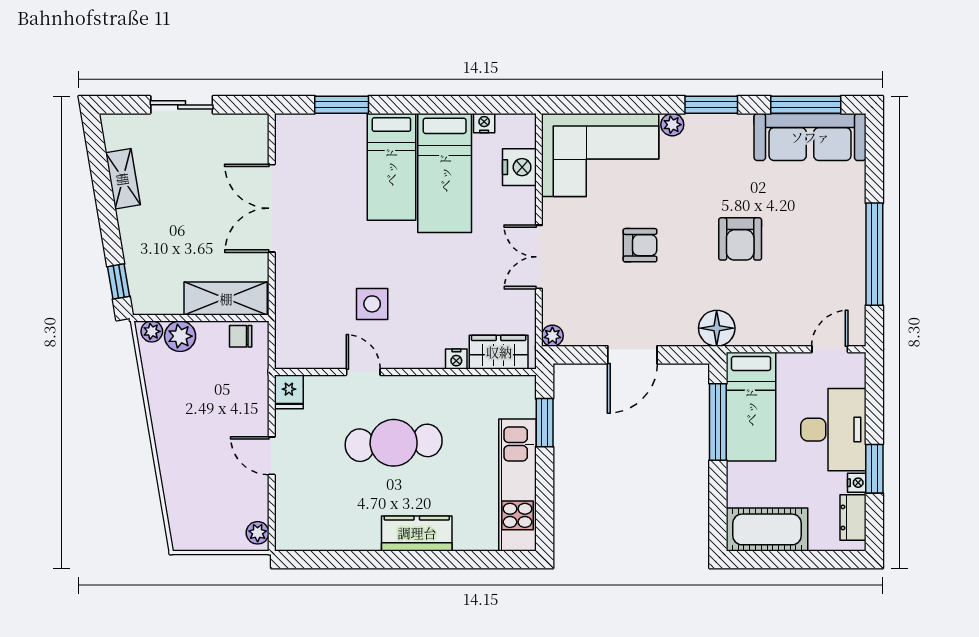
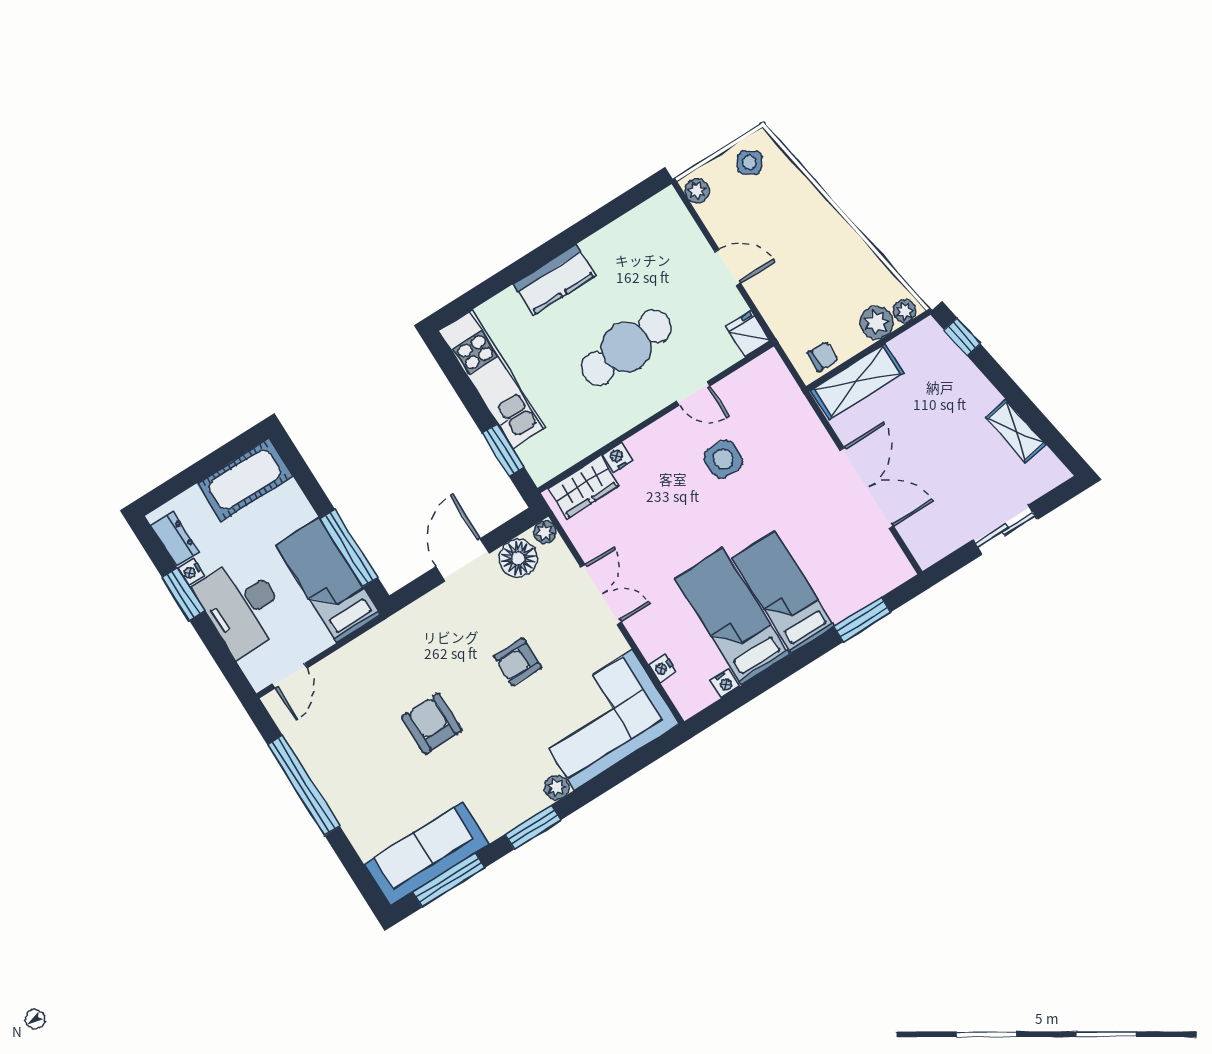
nightstand: (519, 167) -> (662, 668), width x0.53, depth x0.56
floor lamp: (717, 328) -> (518, 558), moved
side table: (201, 529) -> (750, 163), added

